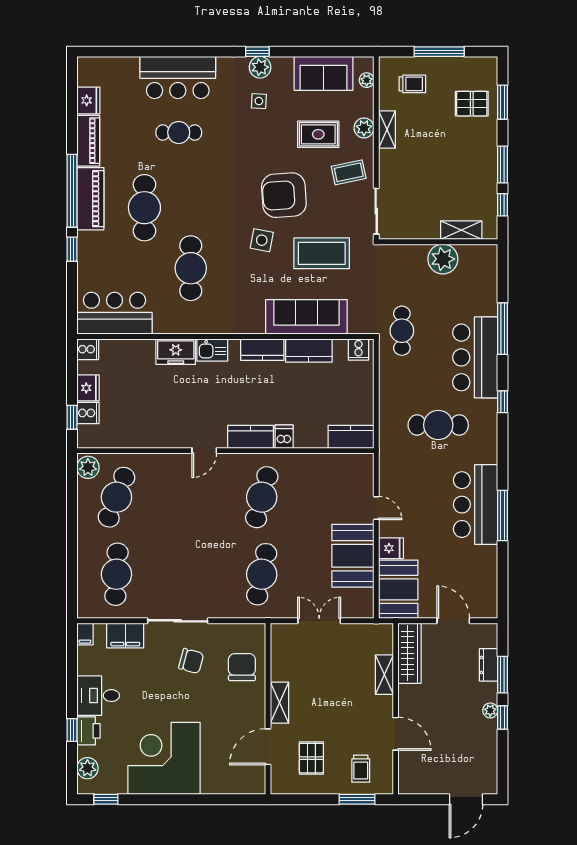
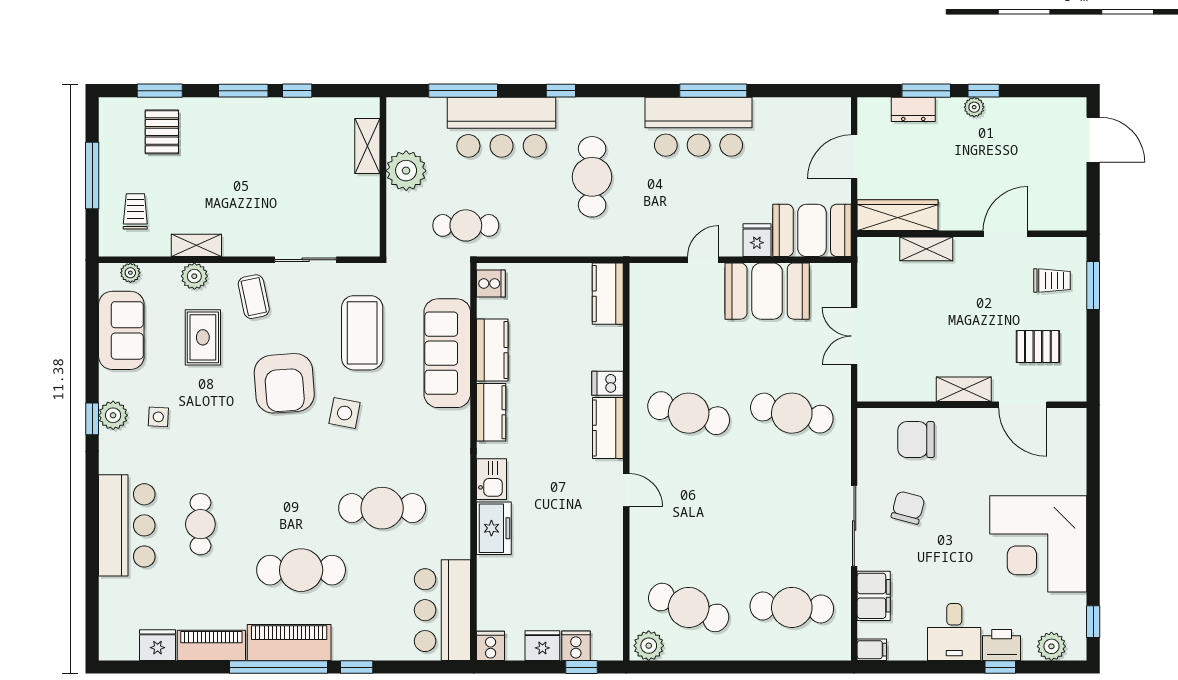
shelving: (461, 230) -> (367, 146), moved
wall: (438, 242) -> (383, 177), moved
plant: (443, 259) -> (406, 171), moved

